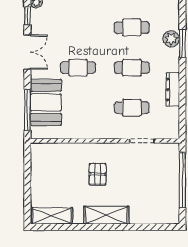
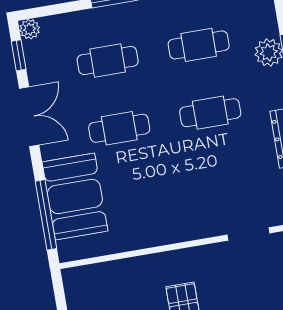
cafe table: (132, 108) -> (108, 60), moved

